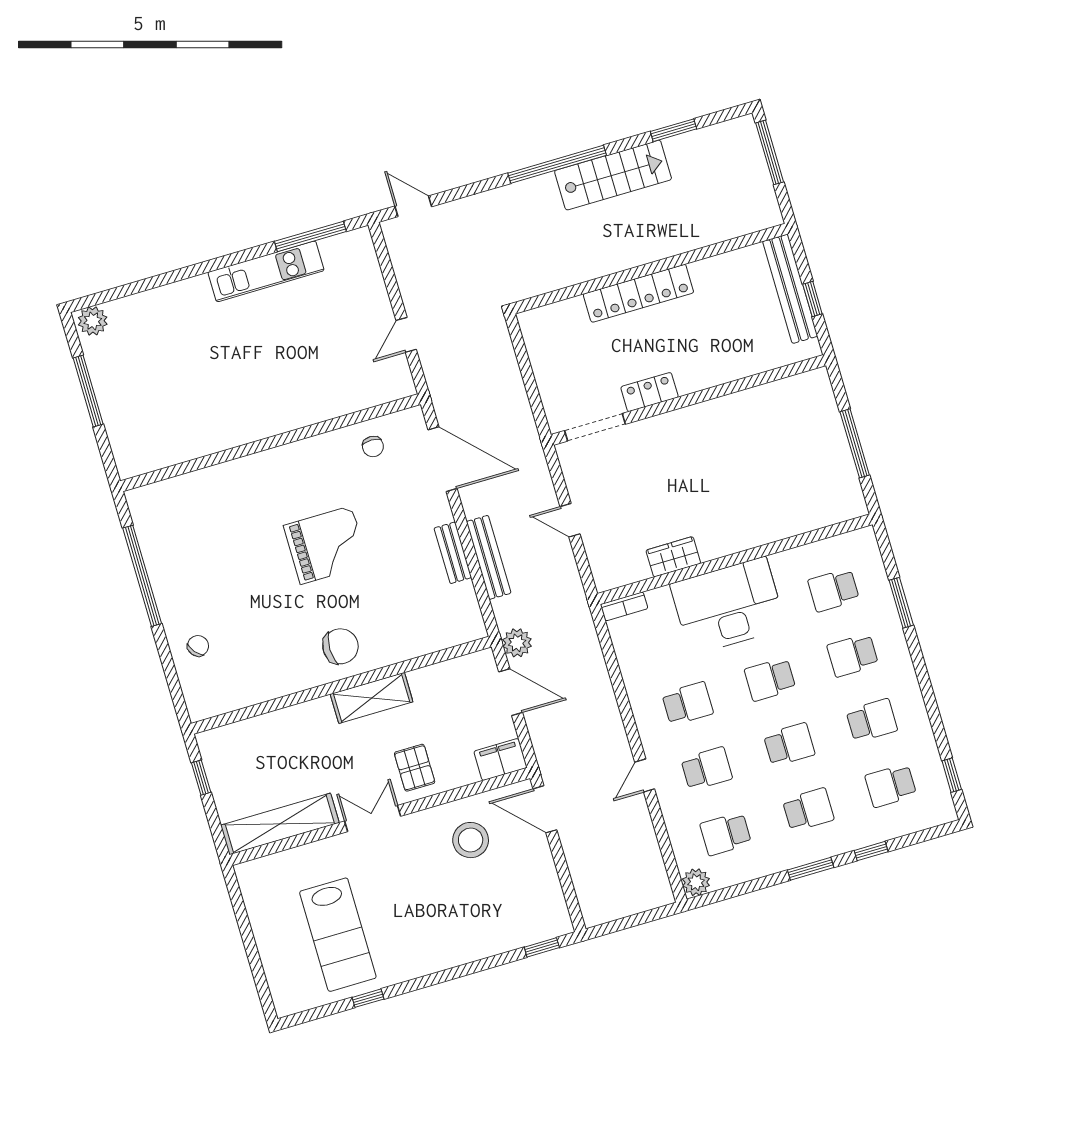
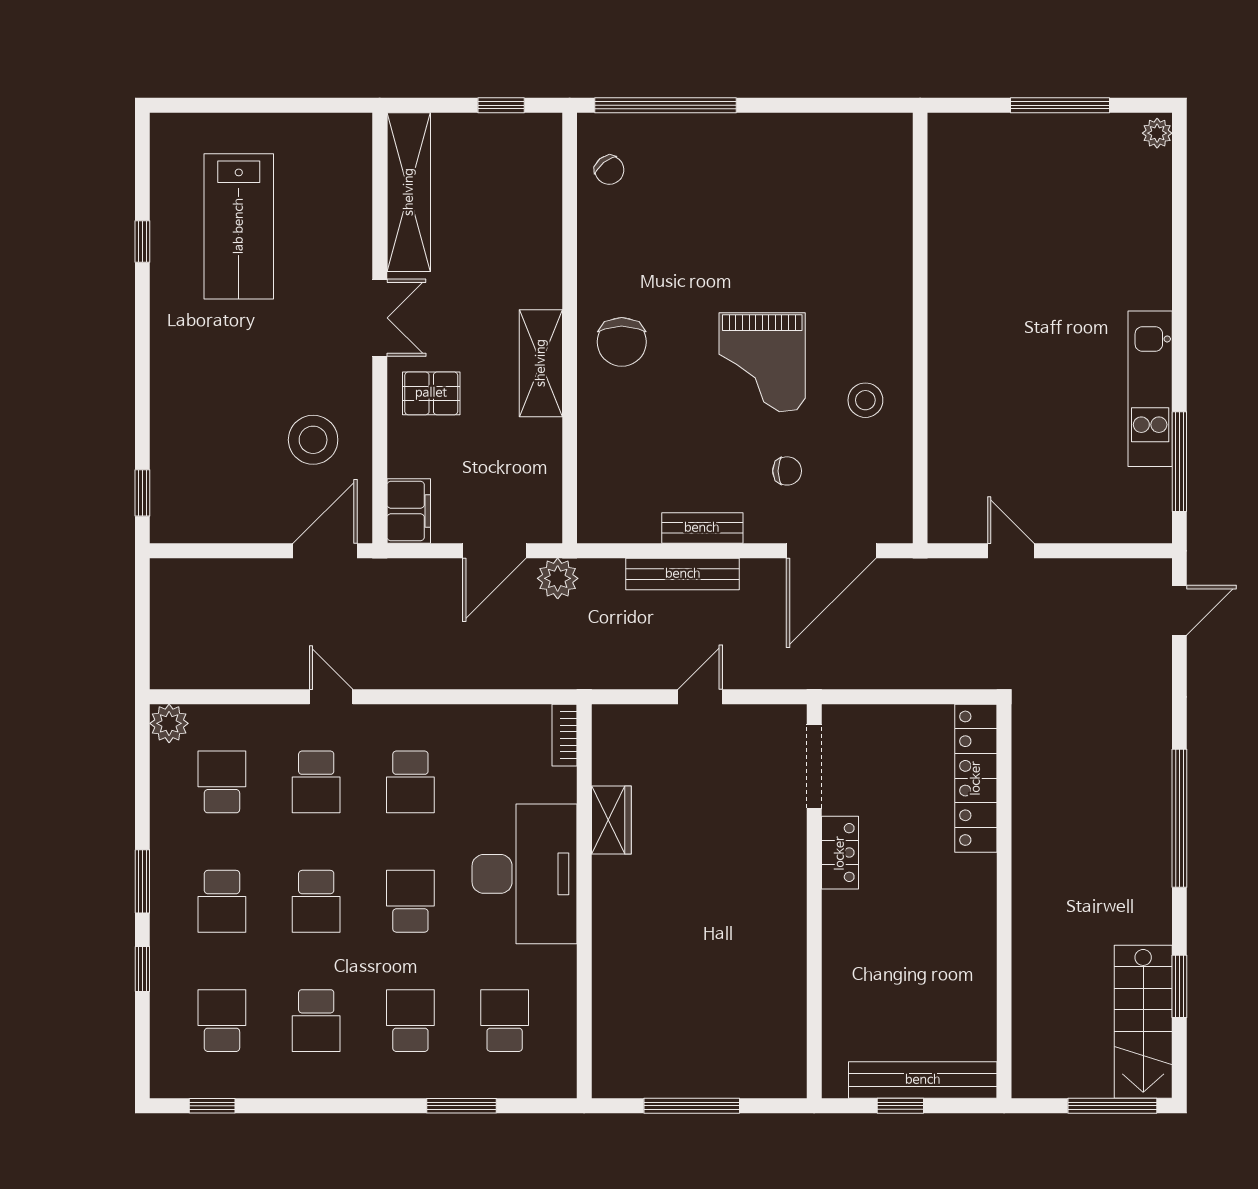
stairs: (613, 175) -> (1143, 1022), moved
locker: (638, 293) -> (976, 778), moved
plant: (93, 321) -> (1157, 133), width x0.73, depth x0.73
chair: (373, 446) -> (787, 471), moved, turned 180
stool: (331, 466) -> (865, 400), added
window: (142, 576) -> (665, 105), moved
chair: (198, 646) -> (609, 170), moved
lab bench: (338, 935) -> (239, 226), turned -90

